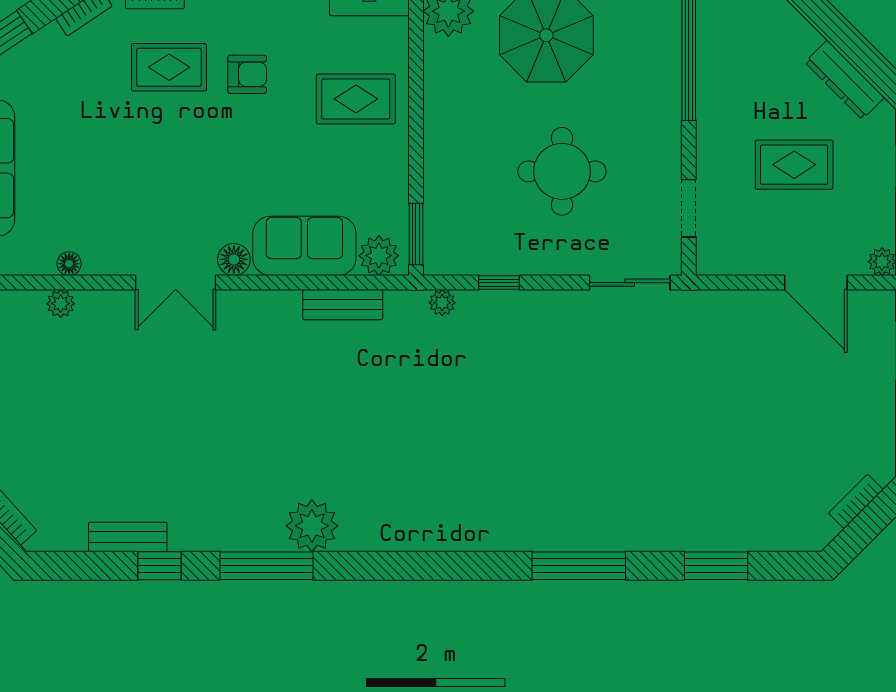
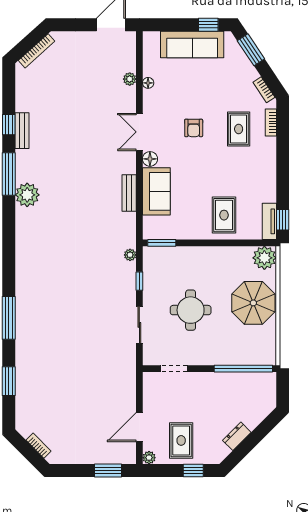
armchair: (247, 74) -> (194, 128), moved
dresser: (845, 80) -> (237, 436), width x0.70
rug: (794, 165) -> (181, 440), moved
plant: (379, 256) -> (152, 226), removed
sliding door: (630, 283) -> (139, 325), moved
bench: (343, 305) -> (129, 193), moved
bench: (128, 537) -> (22, 131), moved

